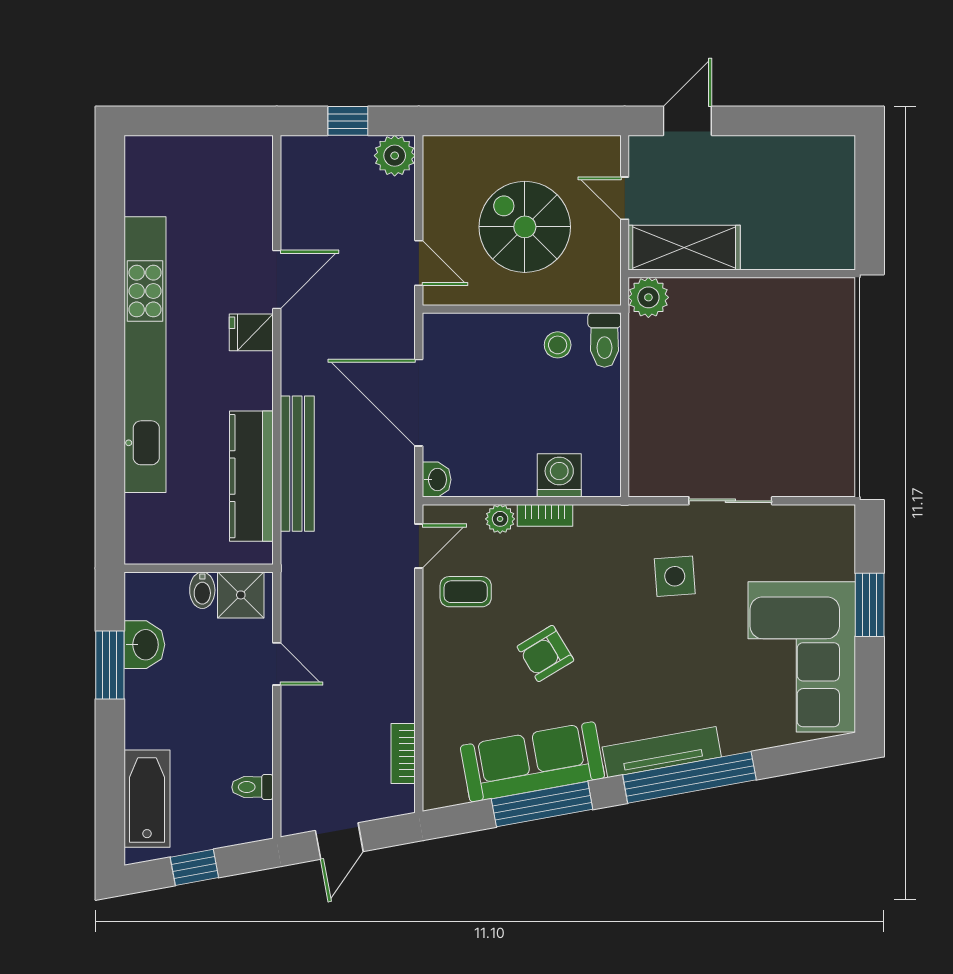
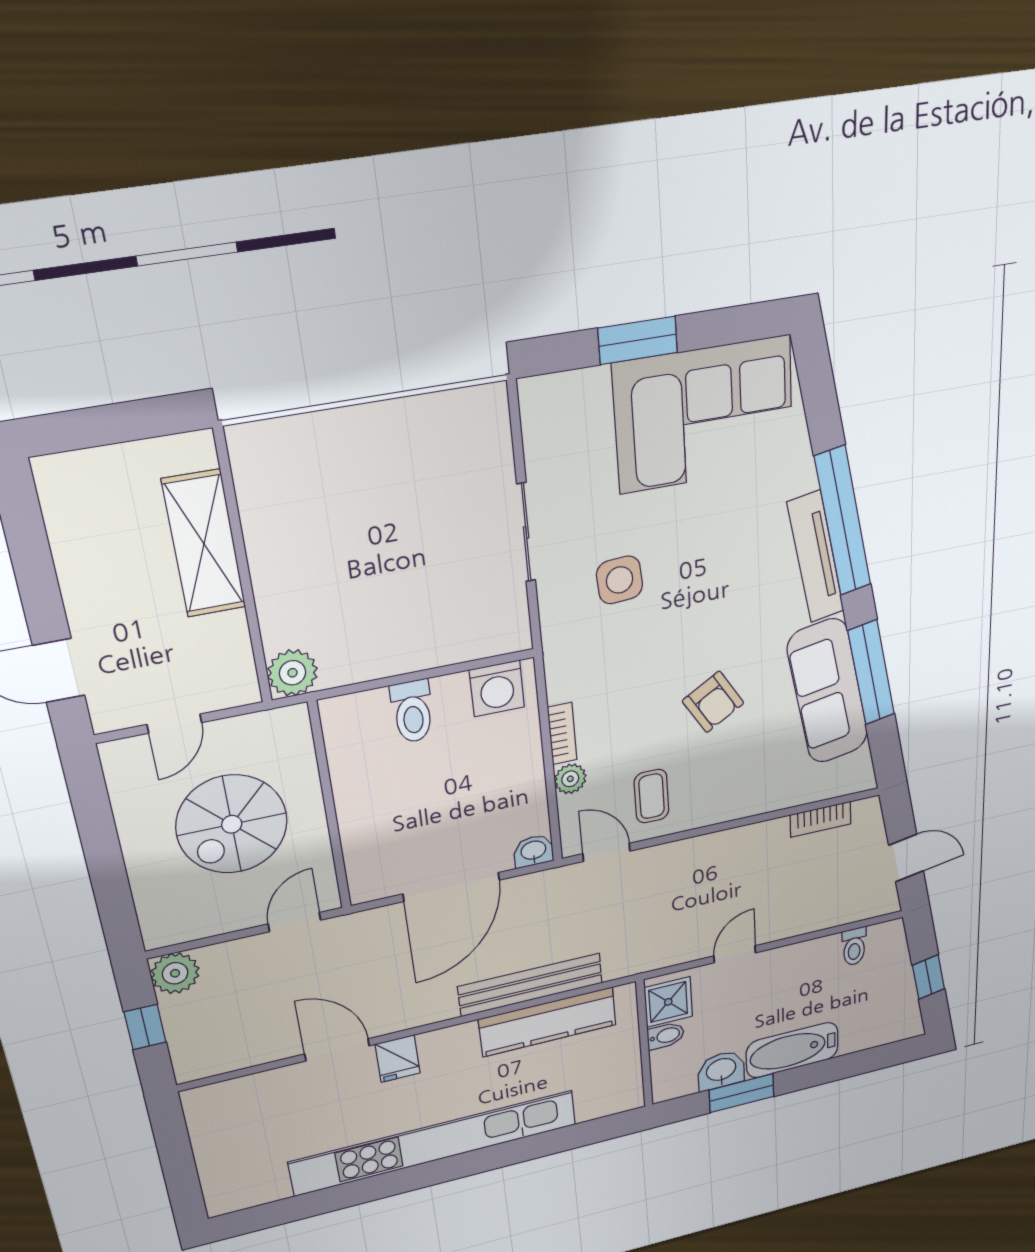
shelving: (684, 248) -> (204, 544), moved
toilet: (604, 340) -> (412, 711), moved, turned 90
stool: (558, 345) -> (366, 761), removed
washing machine: (559, 475) -> (497, 688), moved, turned -90
bathtub: (147, 799) -> (792, 1050), moved

